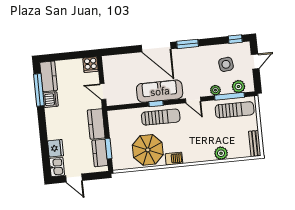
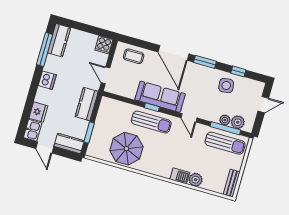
window: (235, 39) -> (238, 71), moved
coffee table: (121, 64) -> (134, 56), added
side table: (226, 64) -> (226, 85), moved
plant: (215, 90) -> (225, 120), moved
dishwasher: (50, 100) -> (47, 80), moved
kitchen counter: (100, 153) -> (69, 143), moved, turned 90
barbecue: (174, 159) -> (180, 176), moved

